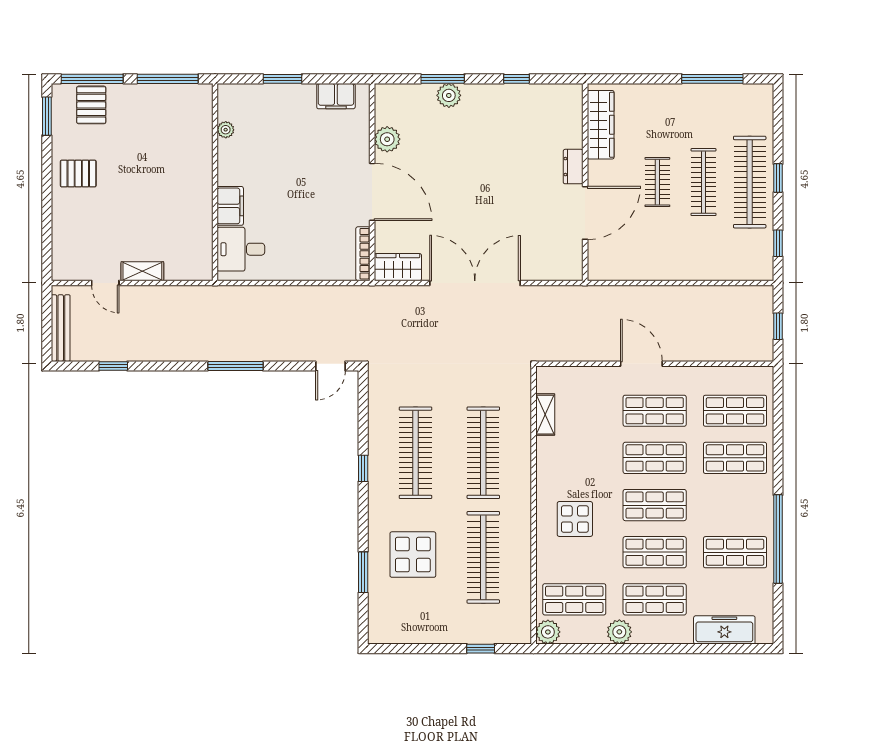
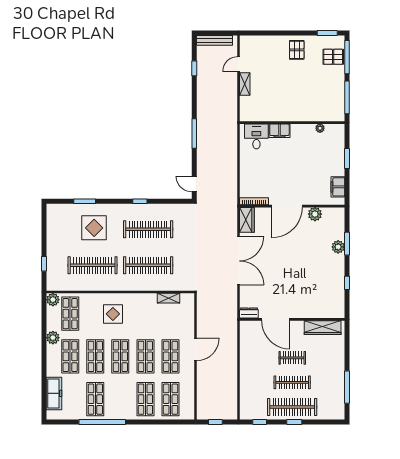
dresser: (573, 167) -> (249, 313), moved

